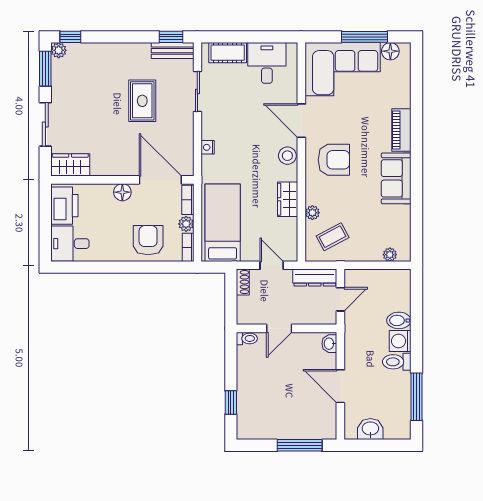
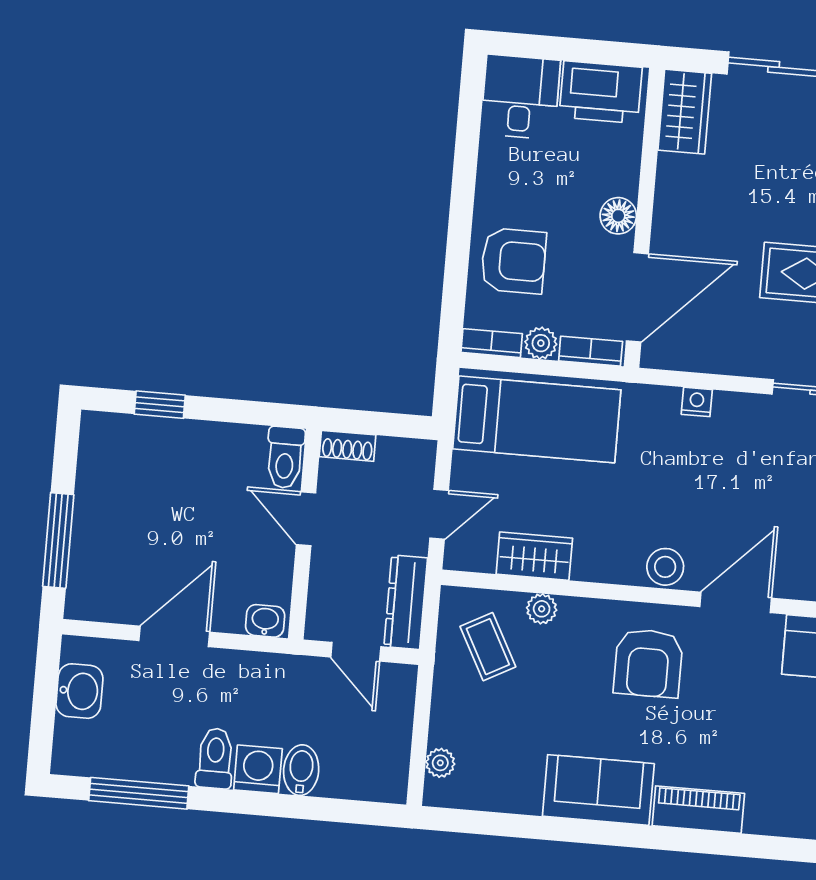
wardrobe: (288, 199) -> (534, 556), moved
shoe rack: (243, 282) -> (348, 446), moved
toilet: (247, 338) -> (285, 458), width x1.37, depth x1.39

